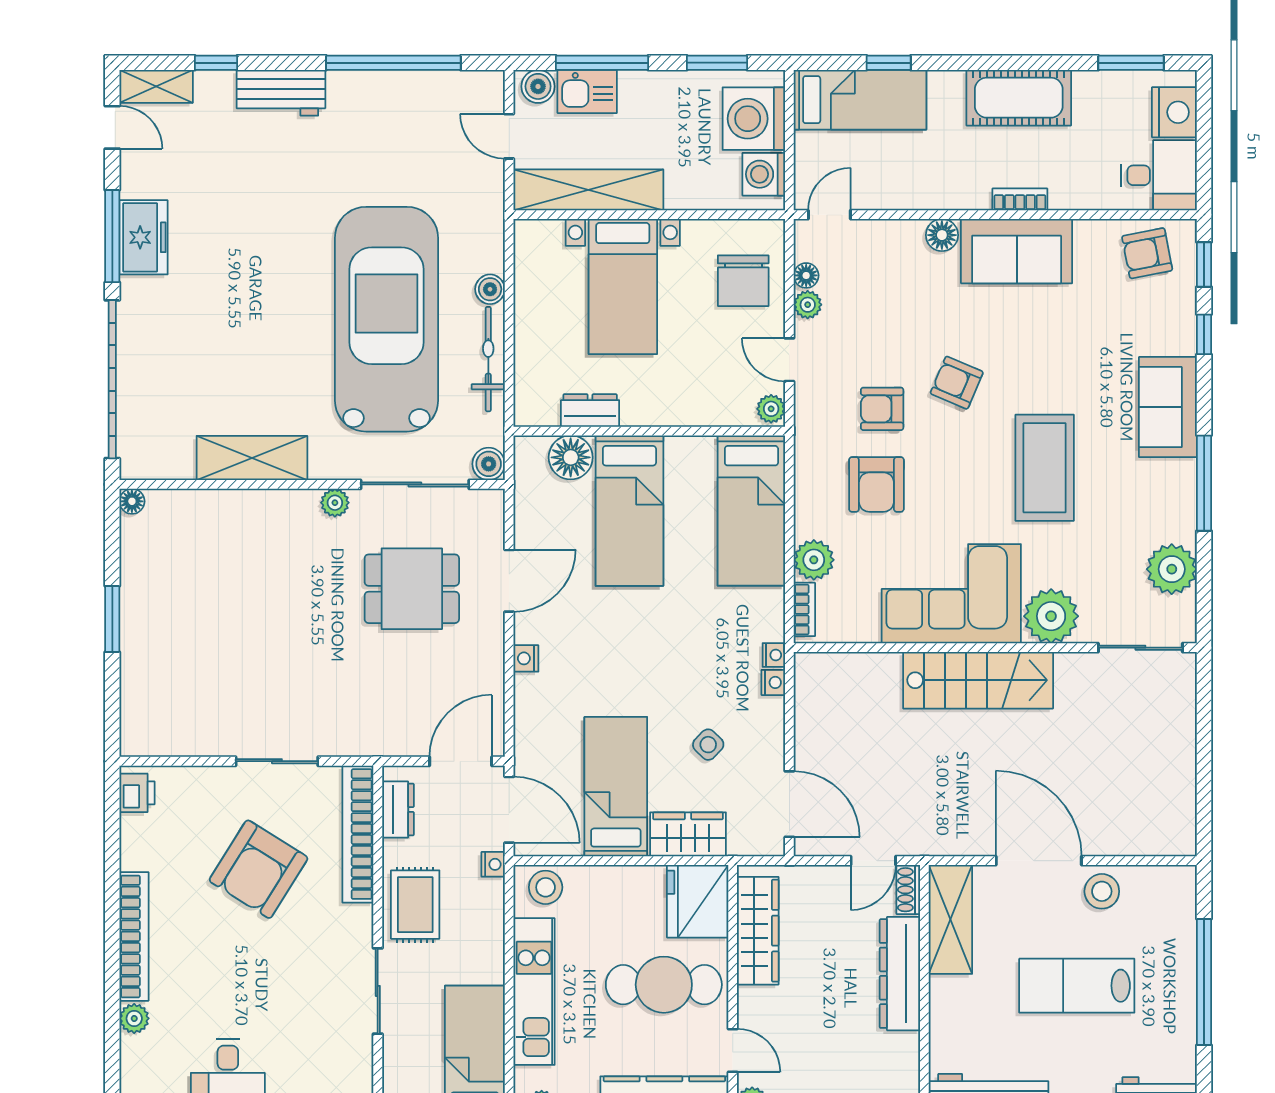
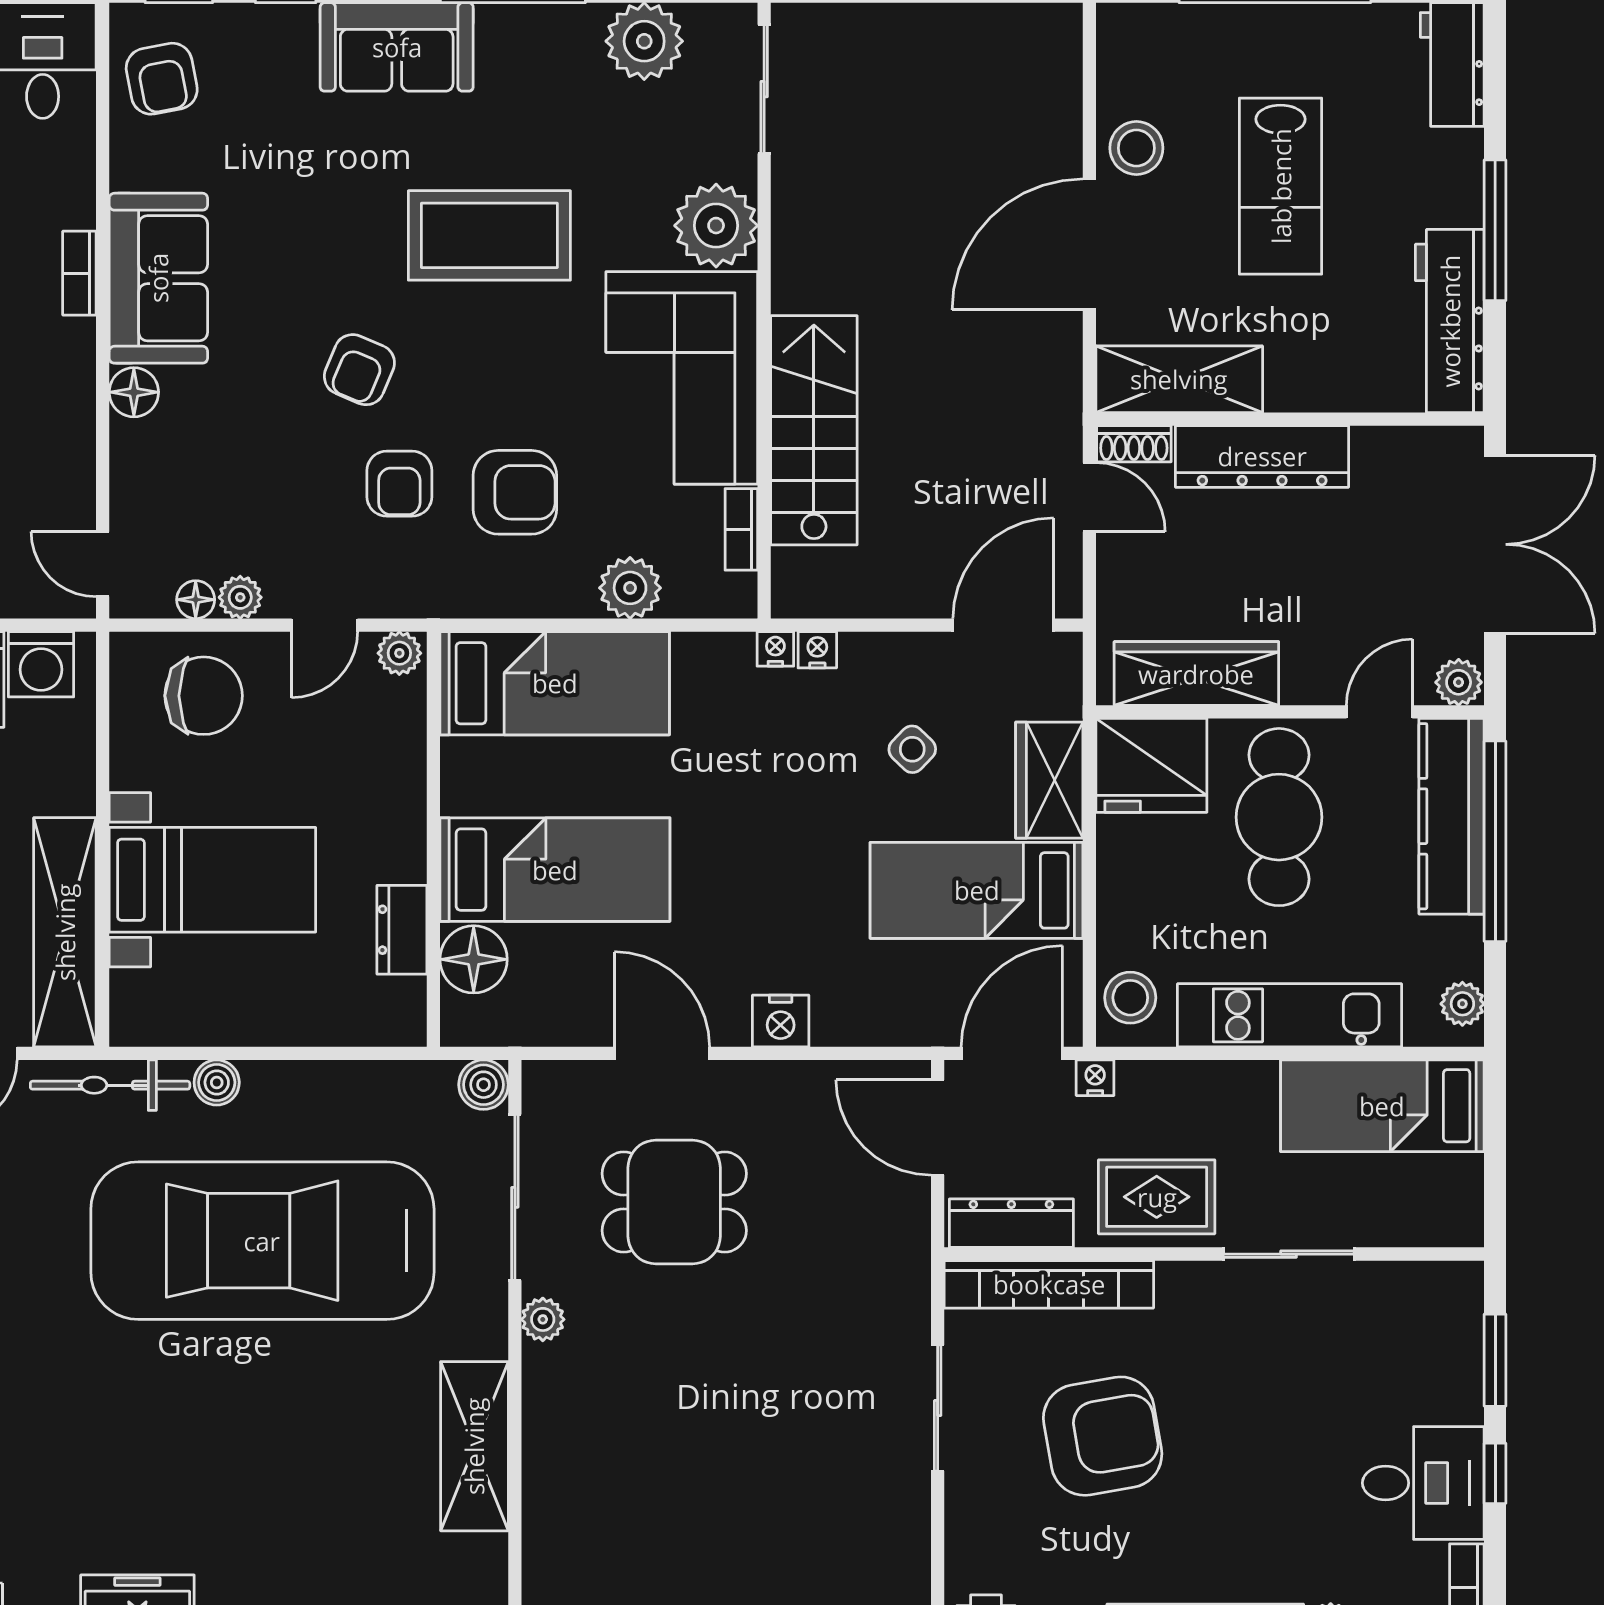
bicycle: (488, 359) -> (110, 1085), moved
dining table: (412, 589) -> (674, 1202), turned 90
bookcase: (804, 609) -> (741, 529), moved, turned -90
nightstand: (526, 658) -> (781, 1021), width x1.39, depth x1.35
stairs: (978, 680) -> (814, 430), moved
dresser: (398, 809) -> (1011, 1223), width x1.44
armchair: (259, 869) -> (1103, 1436), turned -42

